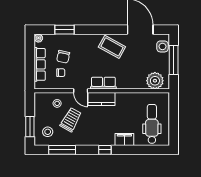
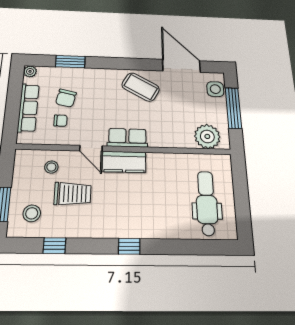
trolley: (71, 120) -> (73, 194), turned 61
filing cabinet: (124, 140) -> (162, 229), removed
window: (62, 150) -> (54, 246), width x0.46

